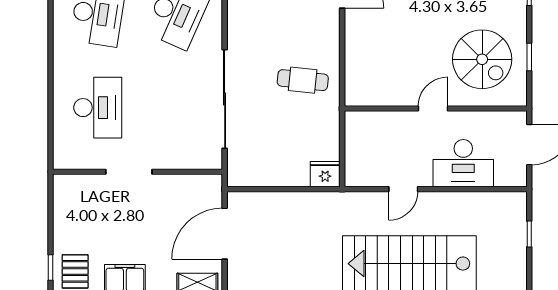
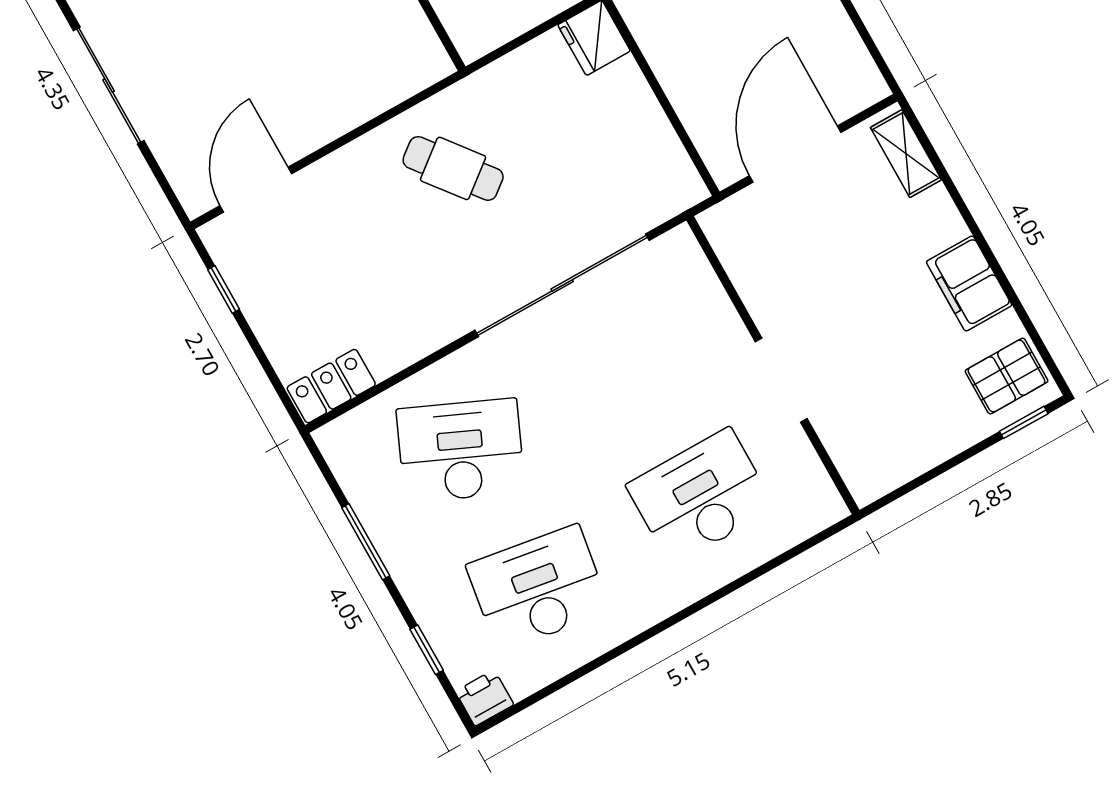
cafe table: (303, 80) -> (453, 168), turned -44
door: (225, 234) -> (795, 154), swing flipped

